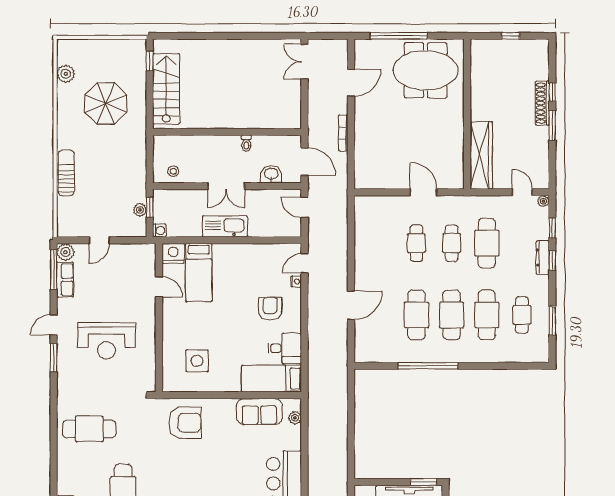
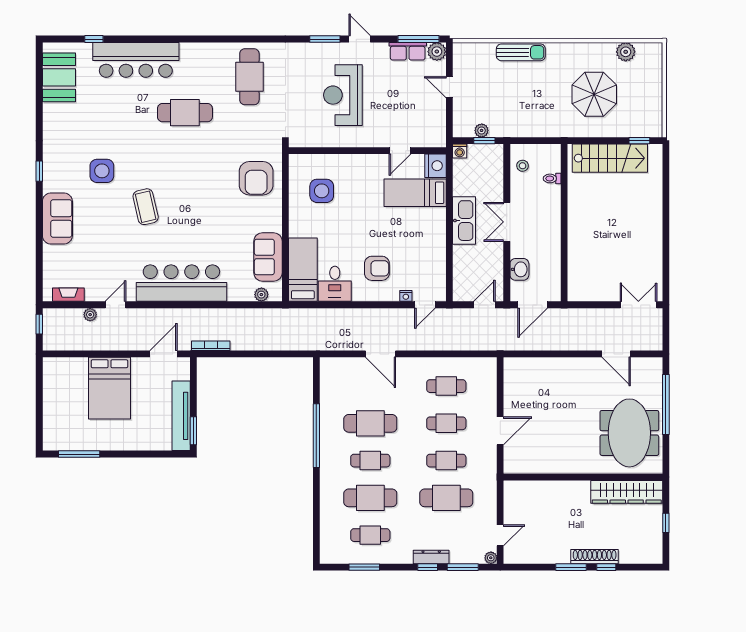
bookcase: (343, 133) -> (211, 346), moved
toilet: (246, 143) -> (552, 178), moved
wardrobe: (481, 155) -> (627, 492), moved
window: (552, 228) -> (463, 567), width x1.50
cafe table: (381, 243) -> (446, 386), added
door: (305, 263) -> (425, 305), swing flipped
cafe table: (452, 315) -> (370, 461), width x0.73, depth x0.74

